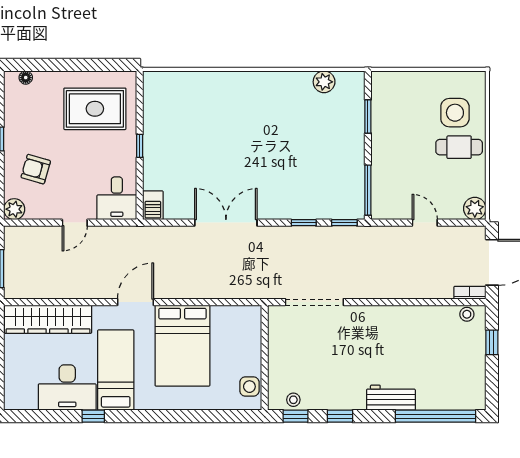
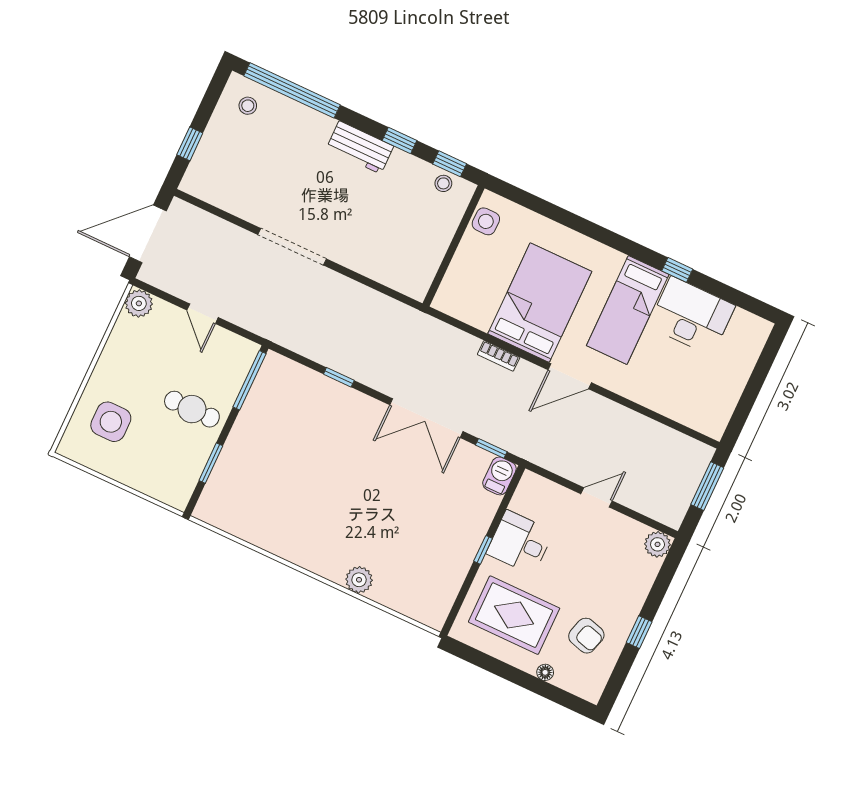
floor lamp: (26, 78) -> (545, 672), moved
plant: (324, 82) -> (359, 580), moved
cafe table: (459, 147) -> (192, 409), moved
armchair: (36, 169) -> (586, 636), moved
desk: (117, 198) -> (520, 543), moved, turned -90
window: (344, 223) -> (491, 448), moved
bookcase: (470, 293) -> (499, 356), moved
doorway: (314, 302) -> (292, 247), moved
stool: (467, 314) -> (248, 106), moved
wardrobe: (48, 319) -> (677, 403), removed
workbench: (391, 398) -> (360, 147), moved

